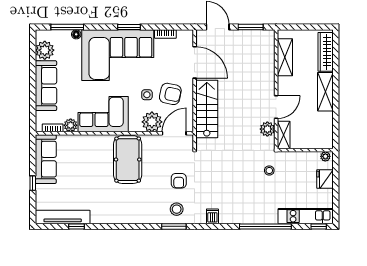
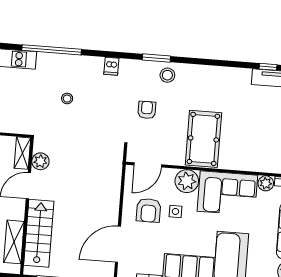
door: (195, 62) -> (118, 244), hinge flipped
armchair: (170, 94) -> (149, 210), turned -102
stairs: (207, 109) -> (39, 233), moved, turned 180
plant: (152, 122) -> (187, 181), moved
stool: (269, 170) -> (67, 99), moved
stool: (177, 209) -> (167, 75), moved

